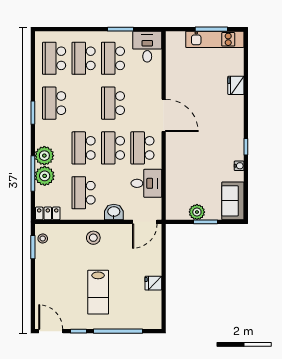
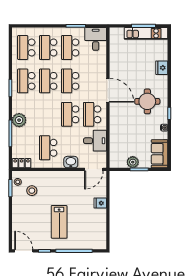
round table: (216, 131) -> (147, 101), added
school desk: (84, 148) -> (48, 81), moved
plant: (45, 176) -> (19, 135), removed
stool: (93, 238) -> (32, 191), moved
fridge: (153, 283) -> (100, 203), moved

